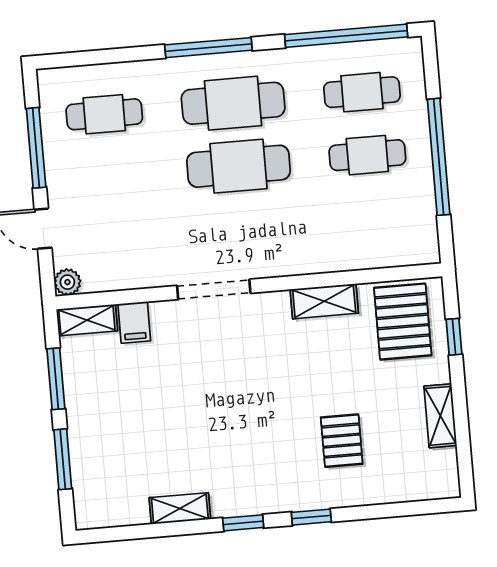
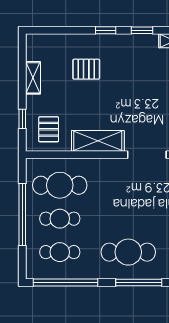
cafe table: (238, 166) -> (60, 185), moved
shelving: (324, 301) -> (98, 141), width x1.50, depth x1.33
pallet: (403, 322) -> (49, 129), width x0.67, depth x0.71
pallet: (342, 441) -> (86, 69), turned 90

